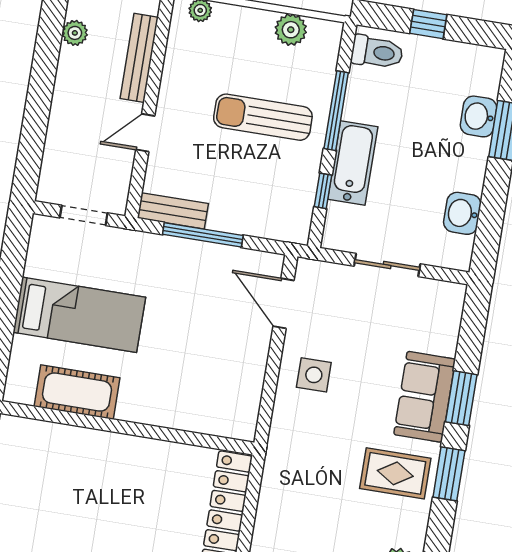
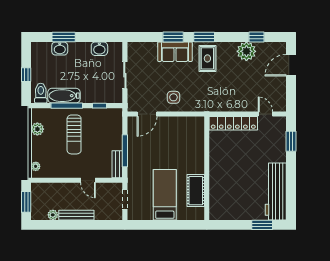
bench: (139, 58) -> (76, 215), moved
bathtub: (353, 163) -> (64, 96), moved

